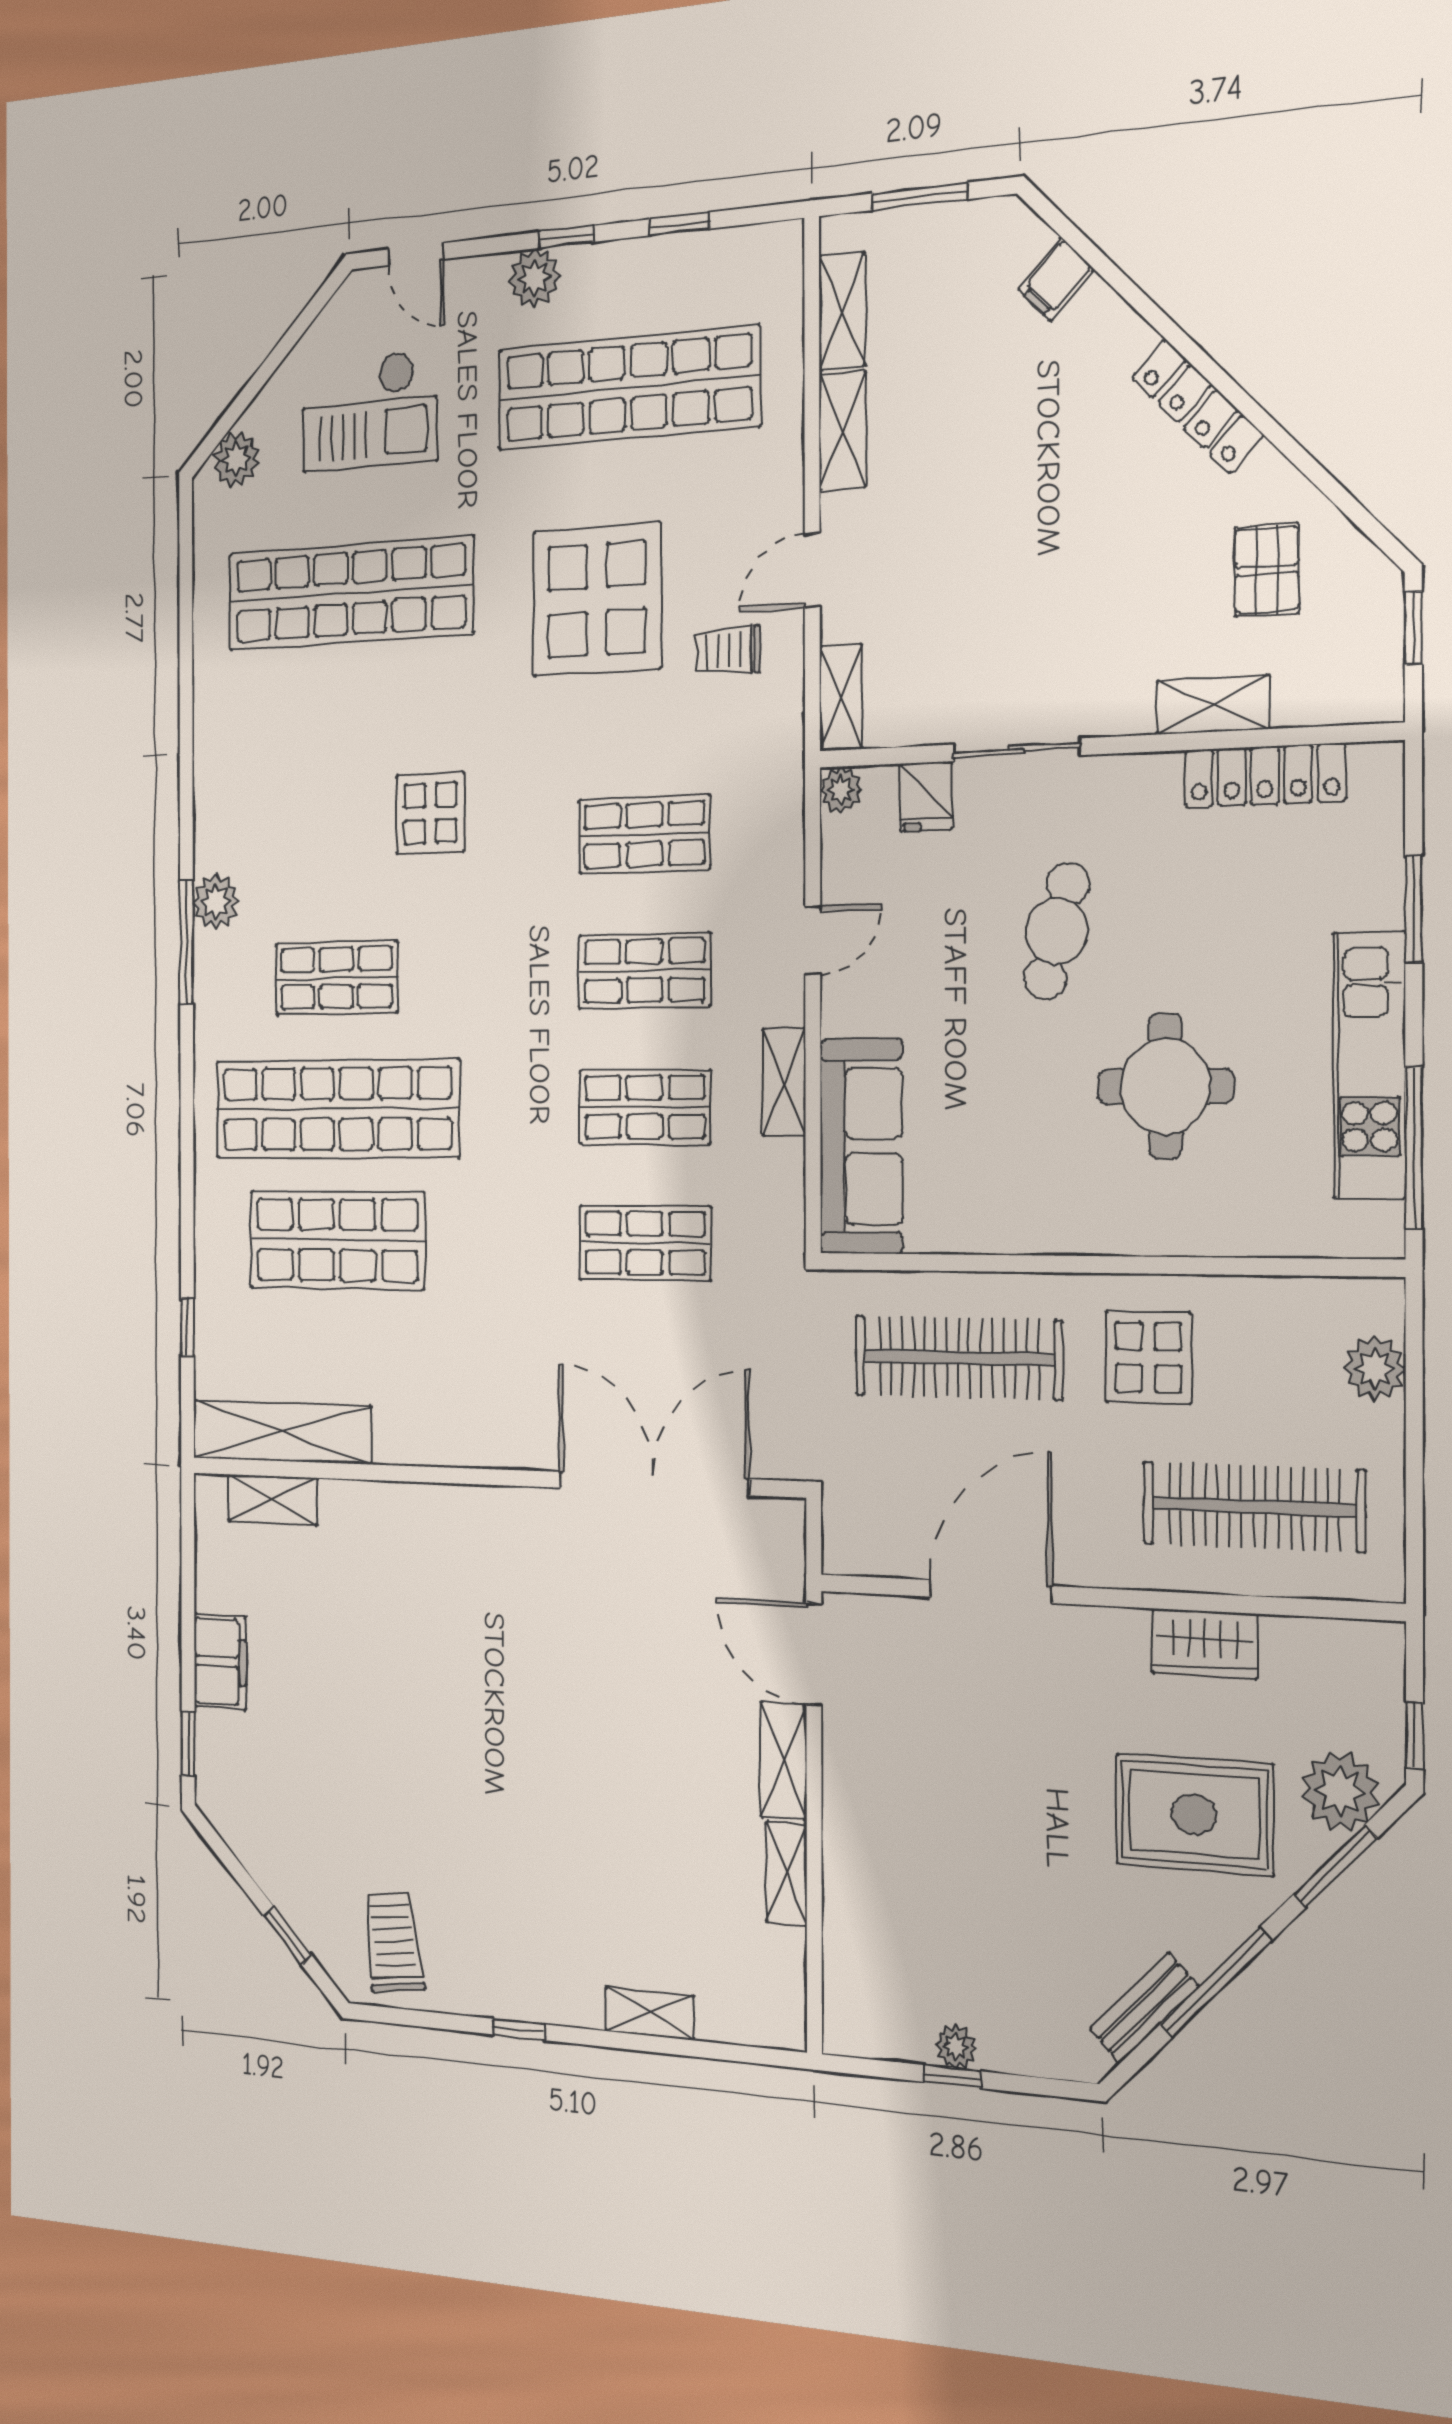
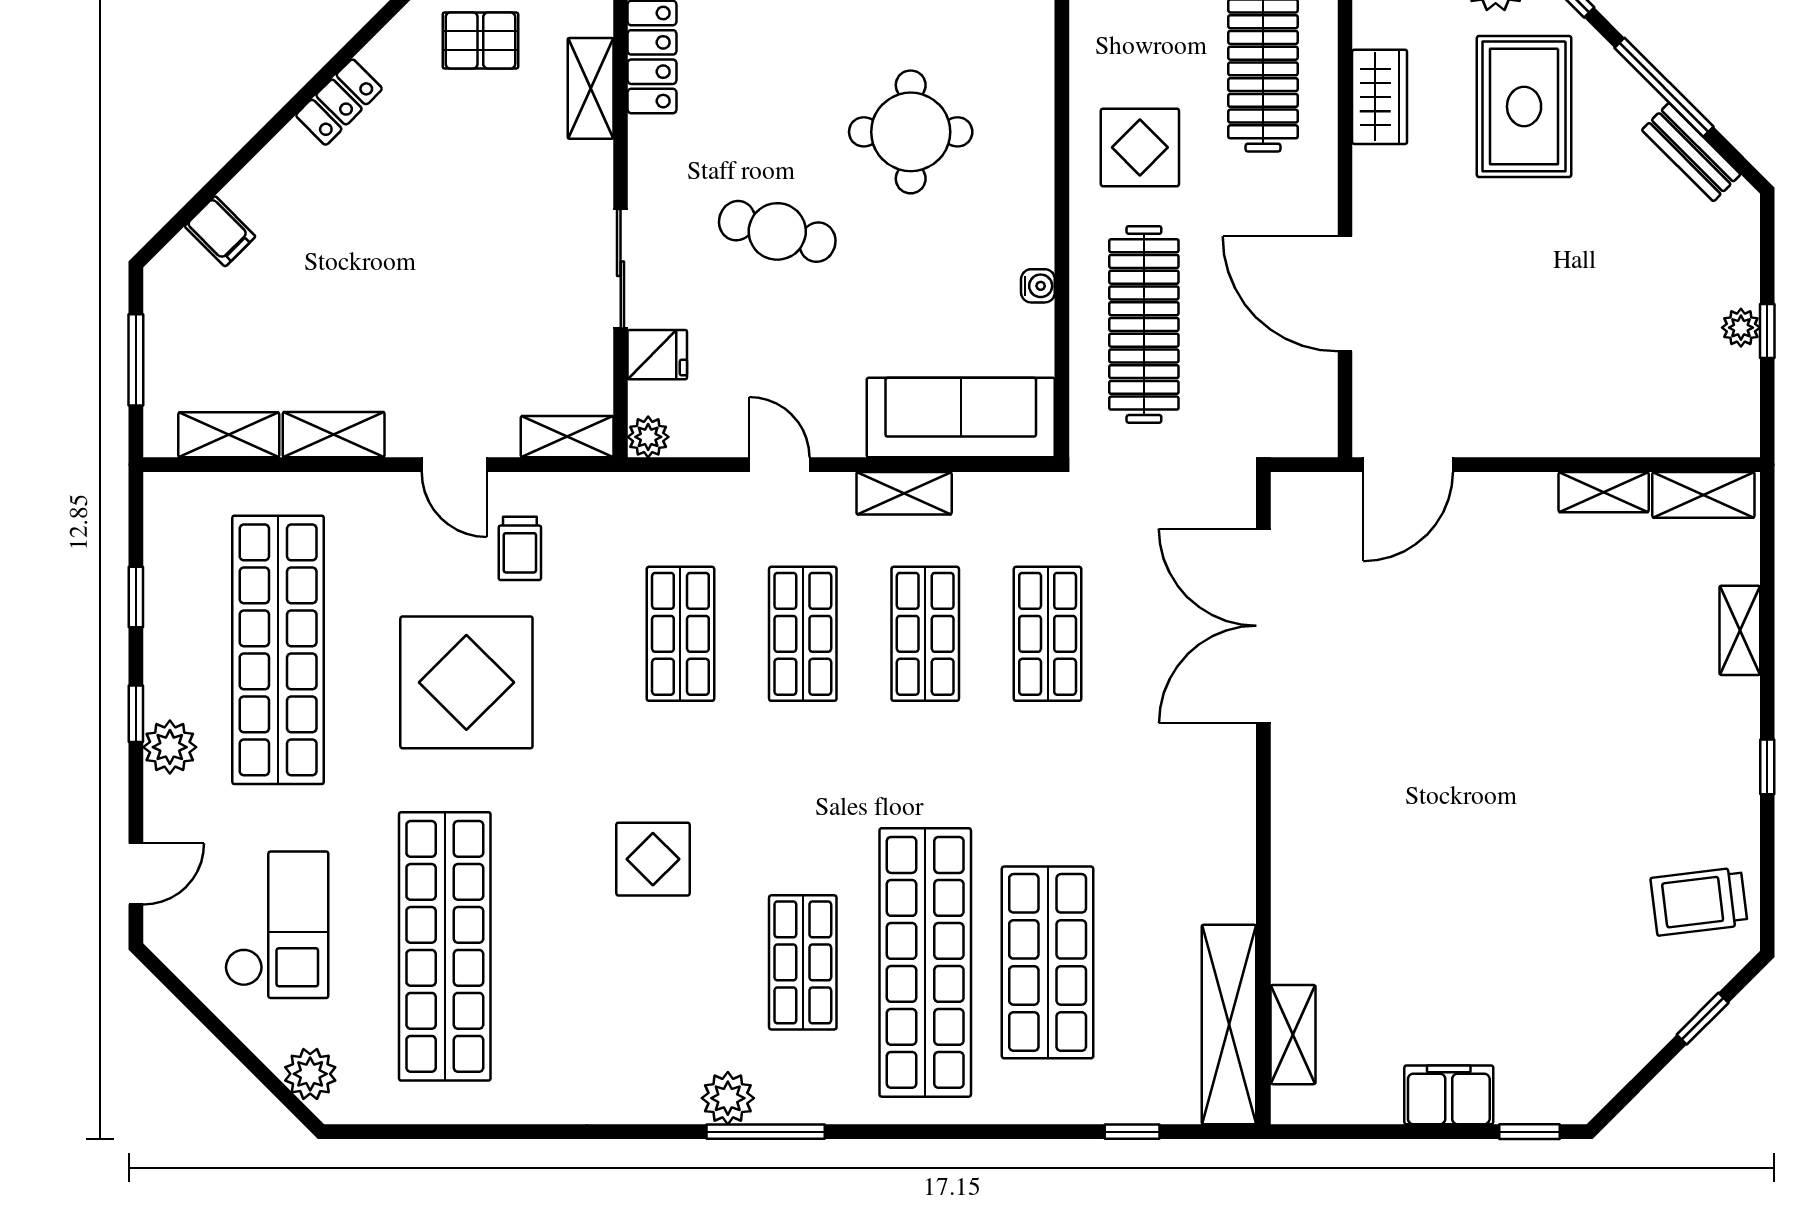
locker: (1197, 406) -> (339, 102), width x0.66
water cooler: (999, 1236) -> (1038, 286), added
shelving: (783, 1761) -> (1703, 495), moved

